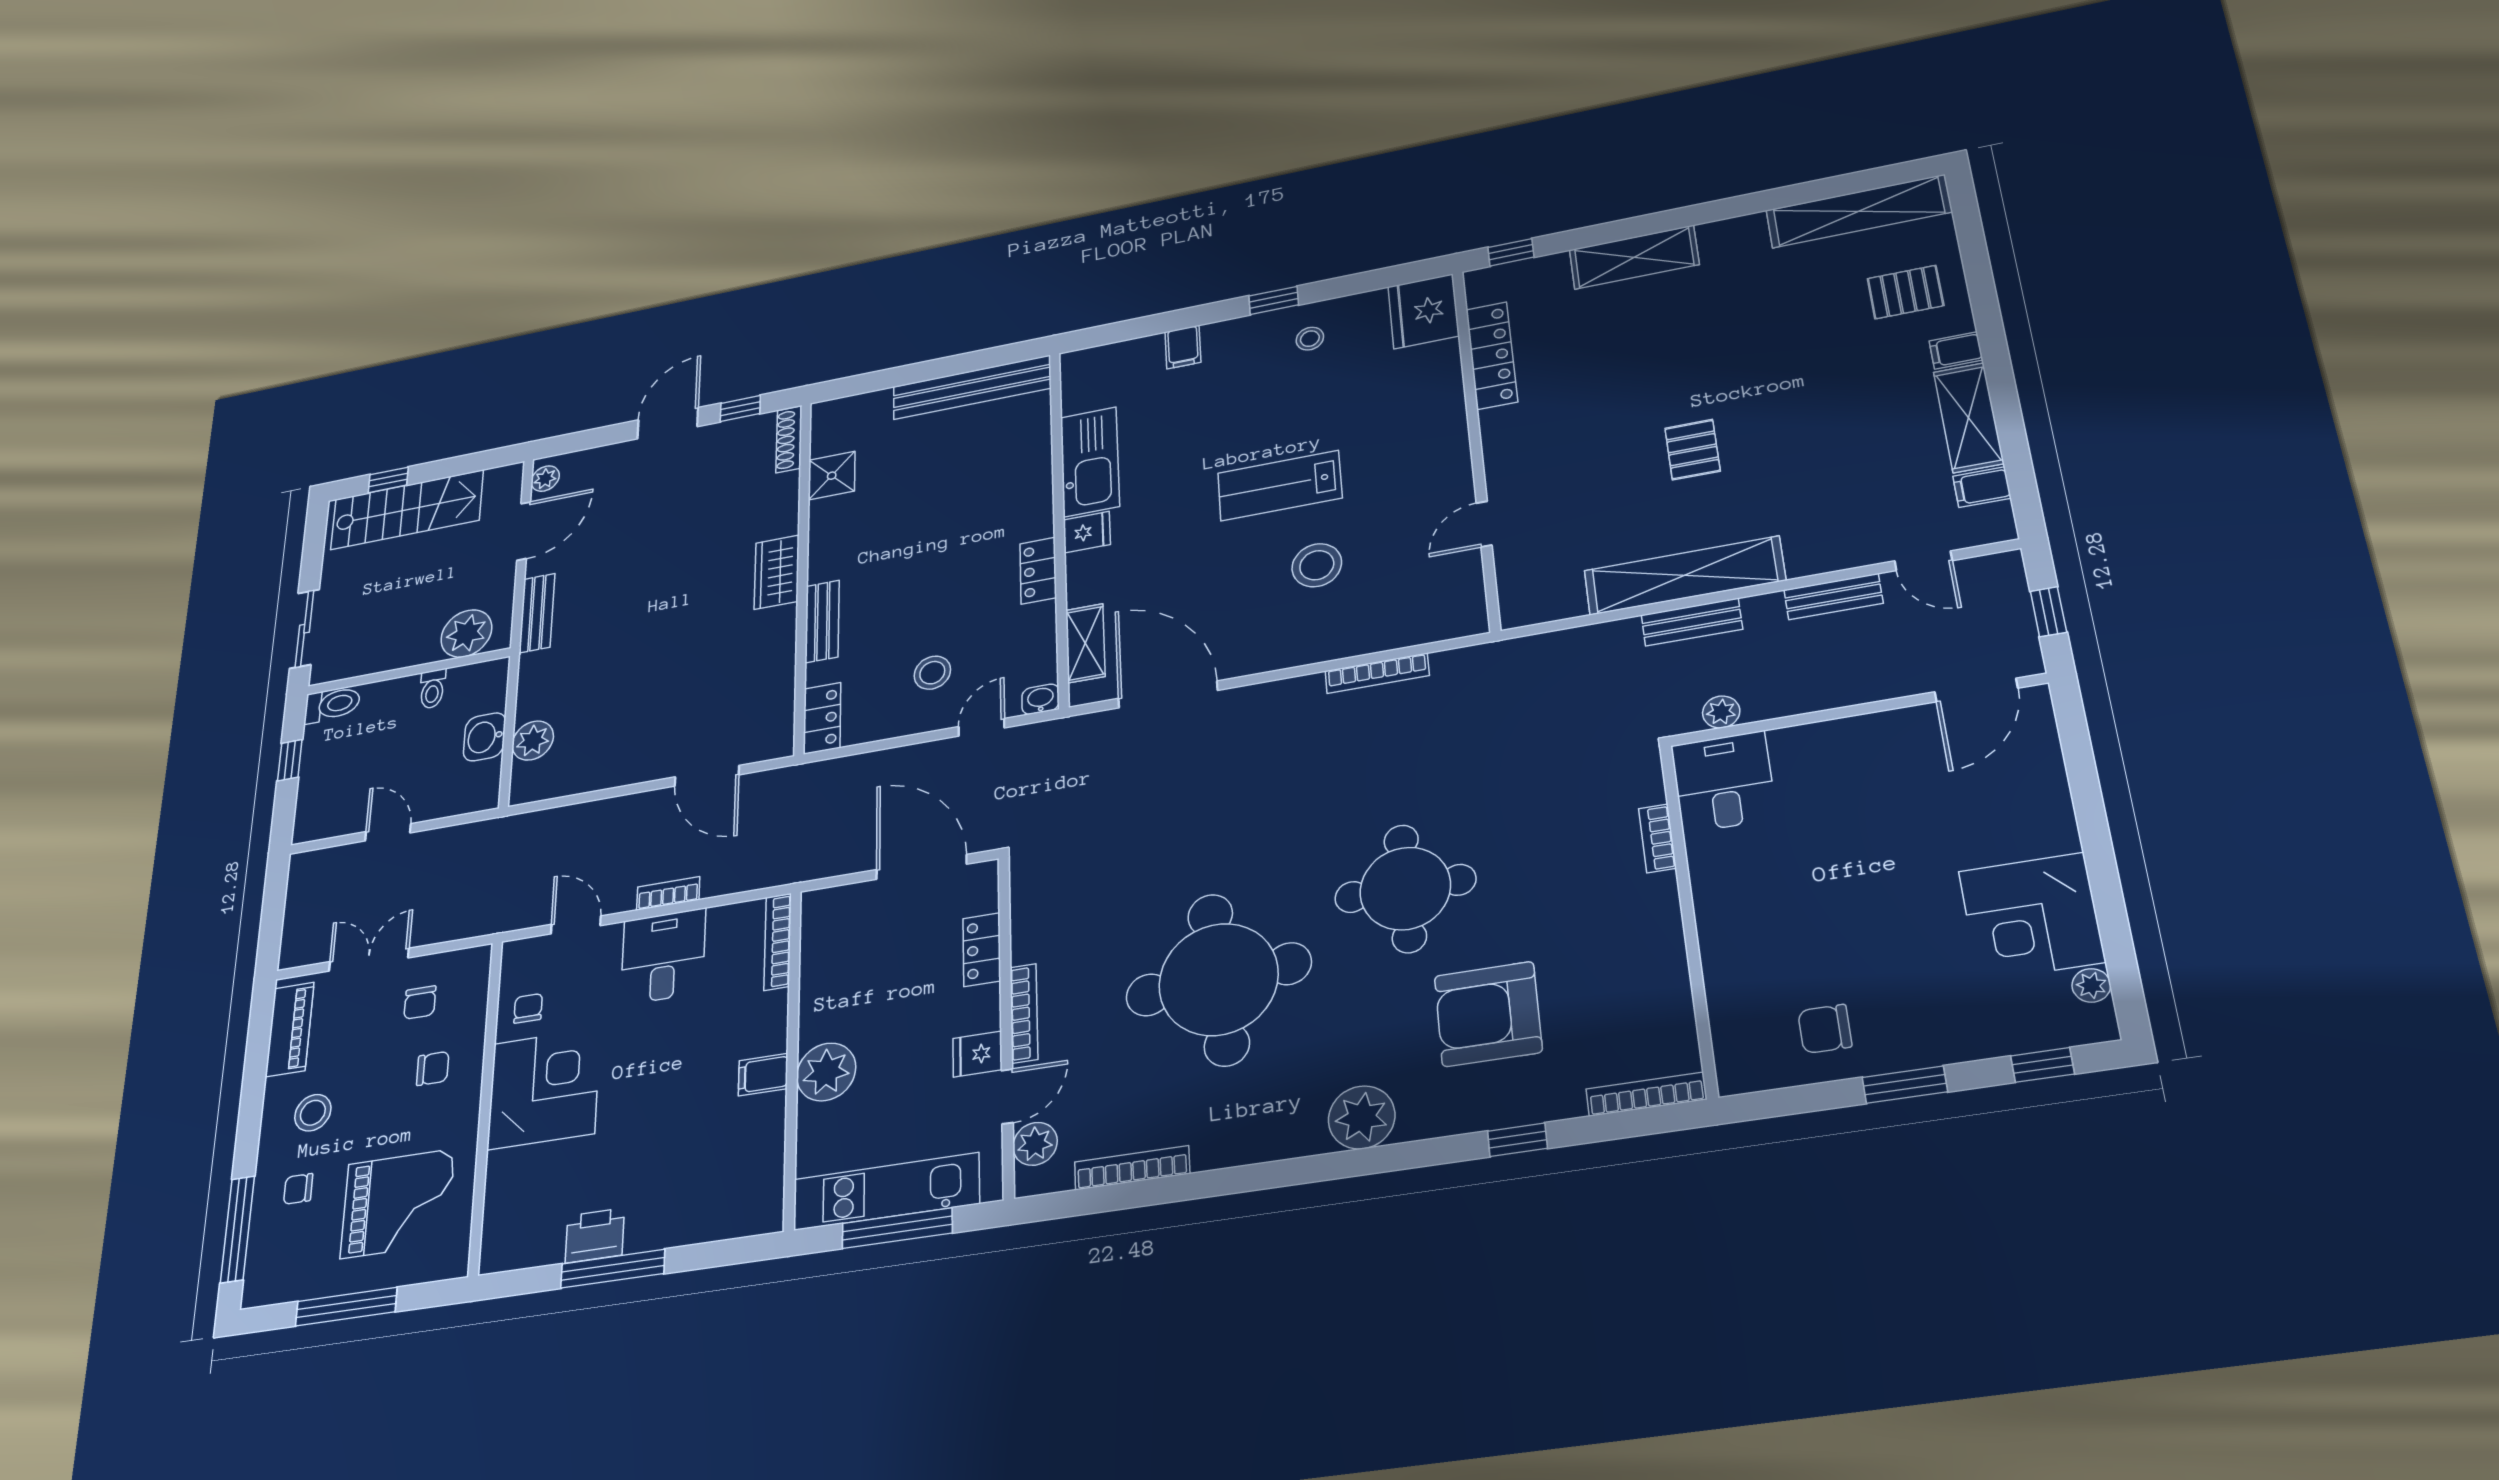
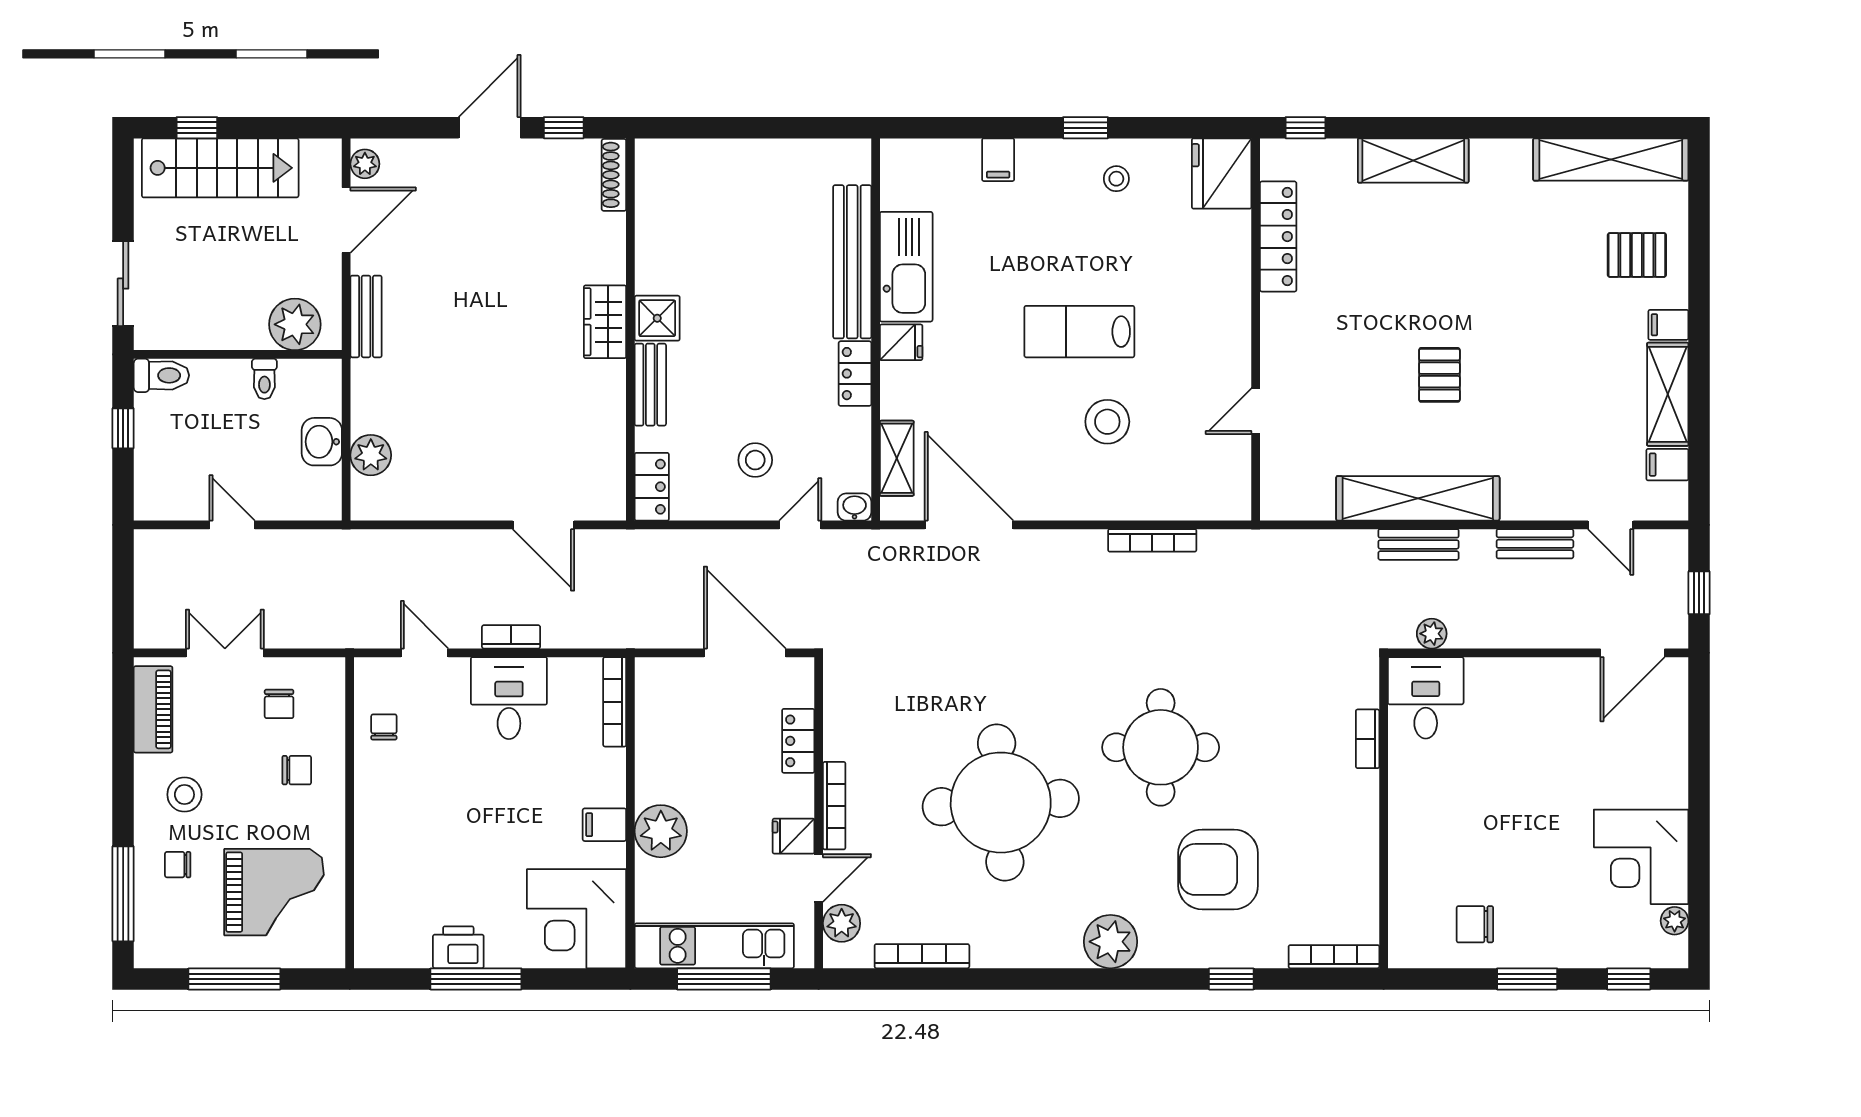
bench: (972, 387) -> (852, 262), moved, turned 90
shower: (832, 476) -> (657, 318), moved
corner desk: (544, 1089) -> (577, 919), moved, turned 180

